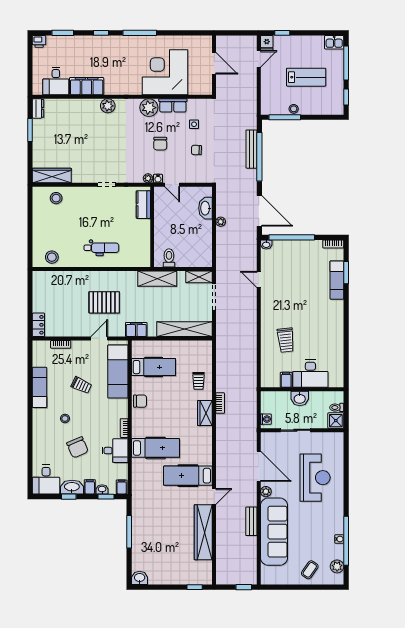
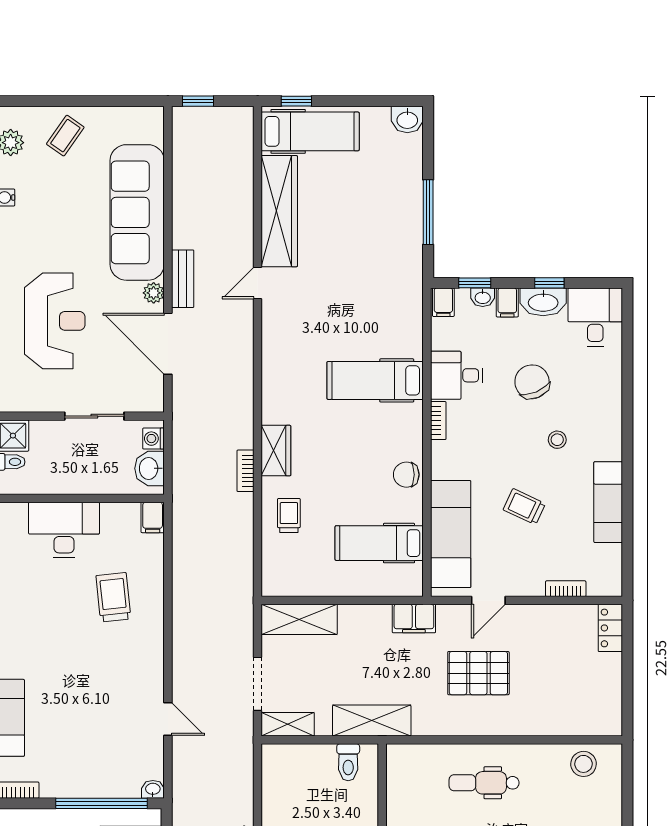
shelving: (185, 329) -> (299, 619), width x0.68
filing cabinet: (286, 380) -> (153, 517), moved
washbasin: (300, 398) -> (149, 468), moved, turned -90
hospital bed: (188, 476) -> (310, 131), moved
reception desk: (315, 478) -> (55, 321), turned 180
bench: (251, 521) -> (183, 279), moved

